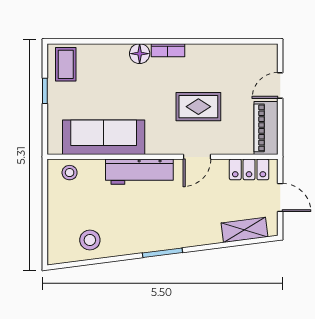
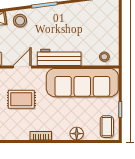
floor lamp: (140, 54) -> (77, 134), moved
sofa: (104, 137) -> (82, 83), width x1.36, depth x1.27
stool: (90, 240) -> (20, 21), moved

